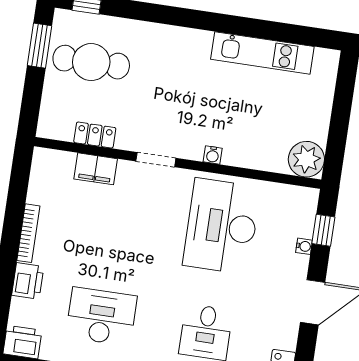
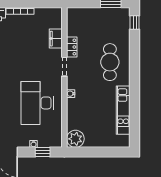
cafe table: (91, 62) -> (110, 62), moved
locker: (95, 135) -> (72, 47), moved
desk: (222, 226) -> (37, 103), turned -90

